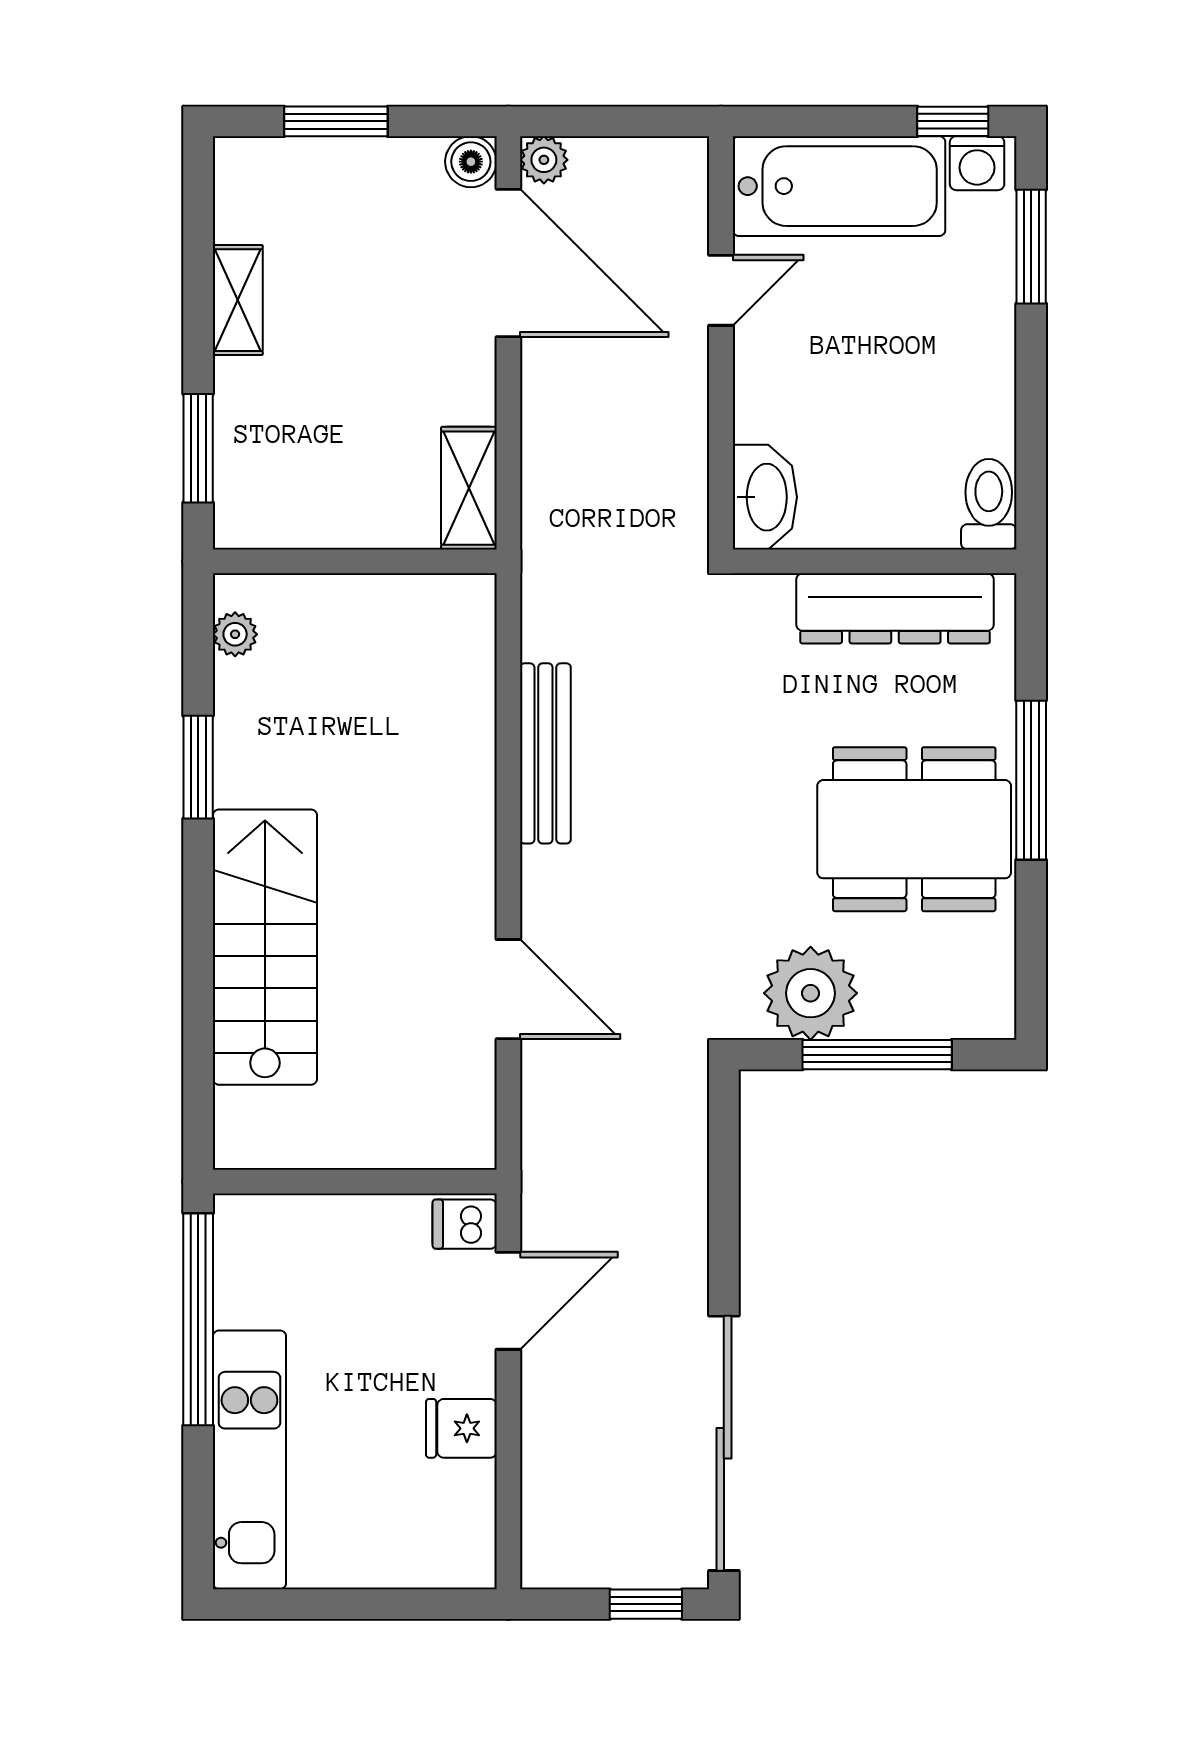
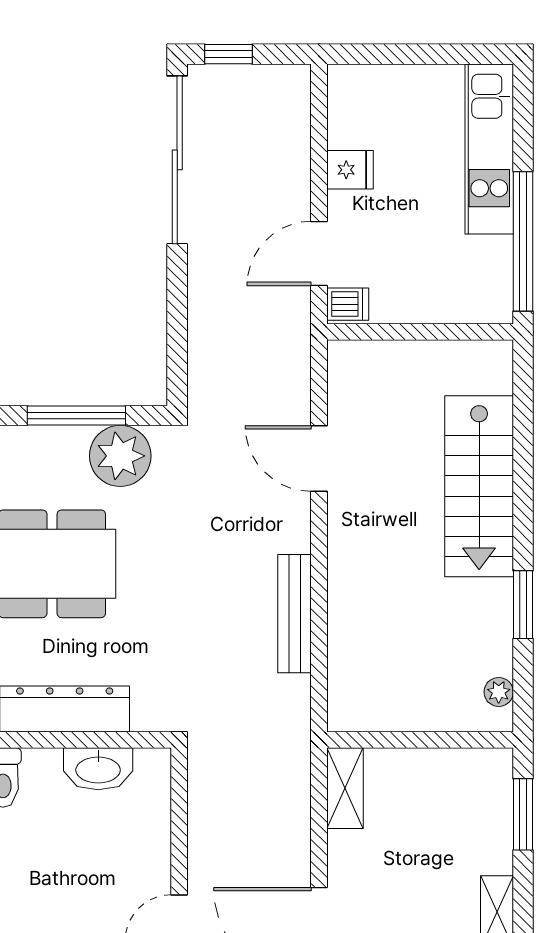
washbasin: (765, 497) -> (98, 769), moved, turned -90

